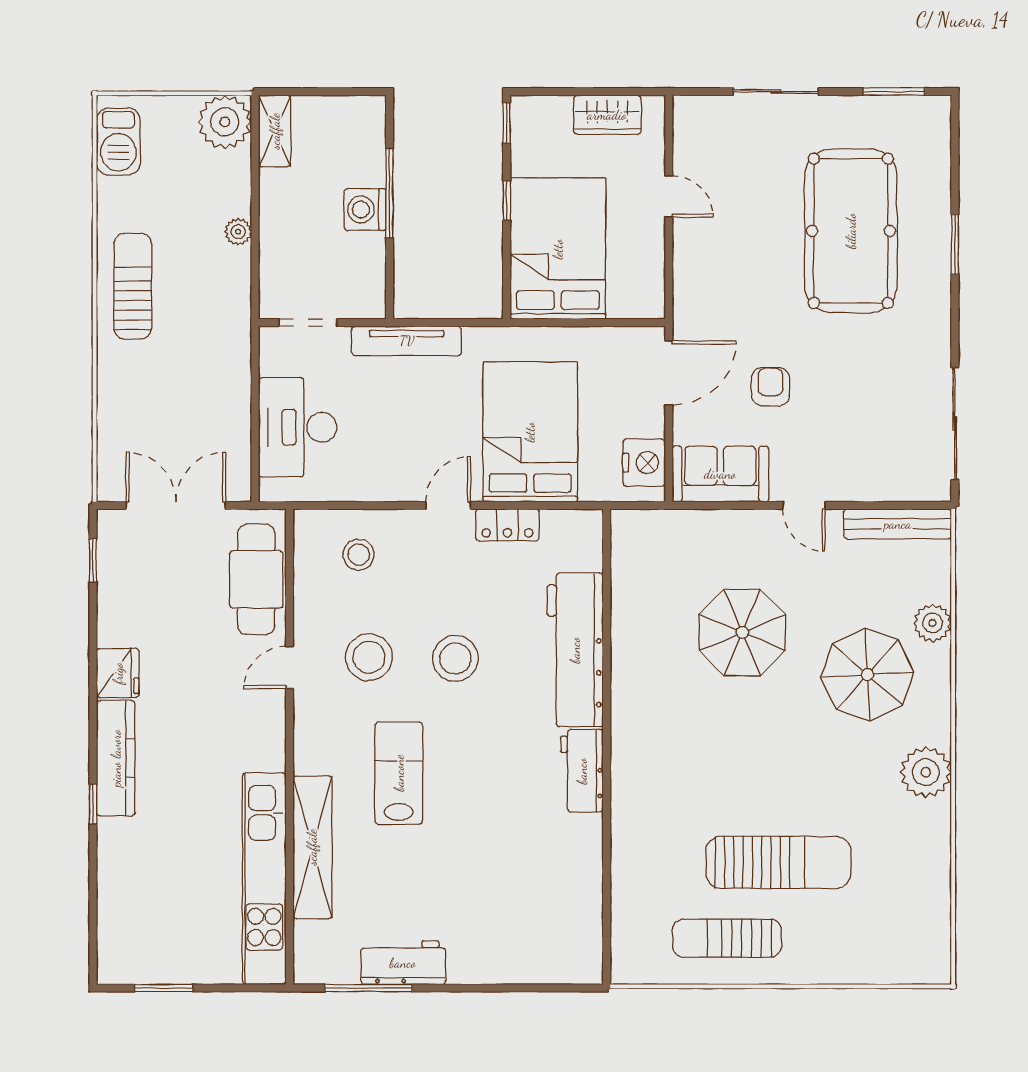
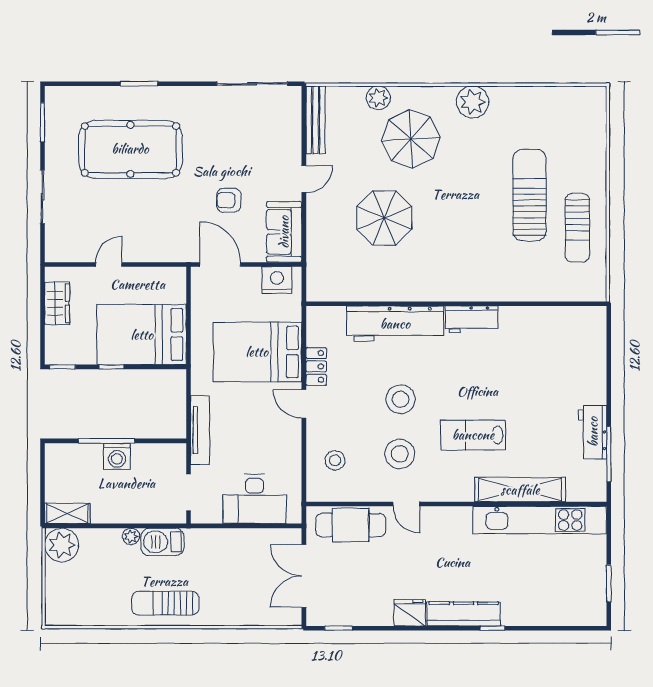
barbecue: (118, 141) -> (162, 542), moved, turned 180

